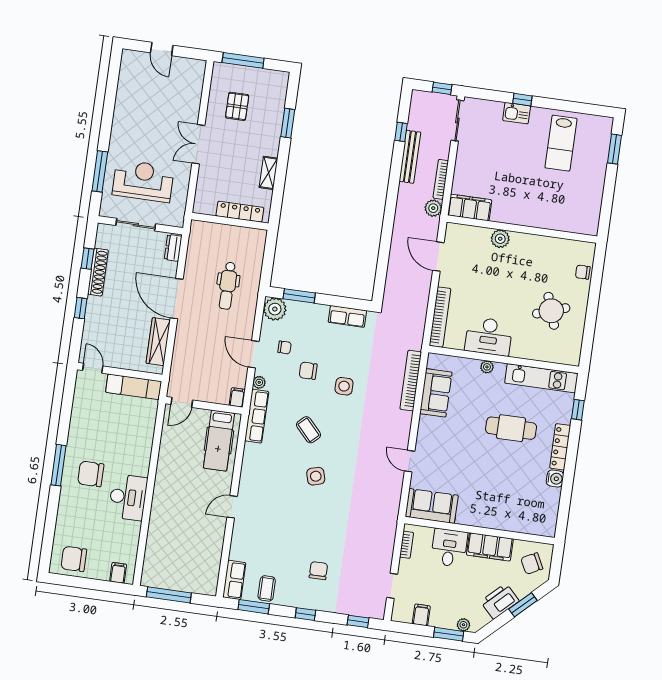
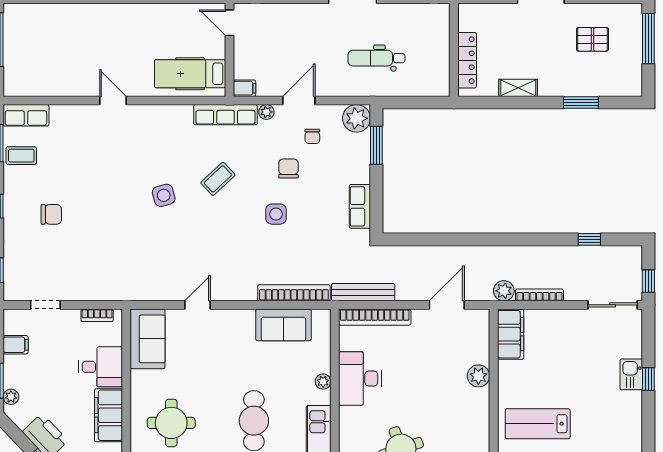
lab bench: (561, 143) -> (538, 424), moved
bench: (410, 157) -> (363, 292), moved
round table: (503, 496) -> (171, 423), added

